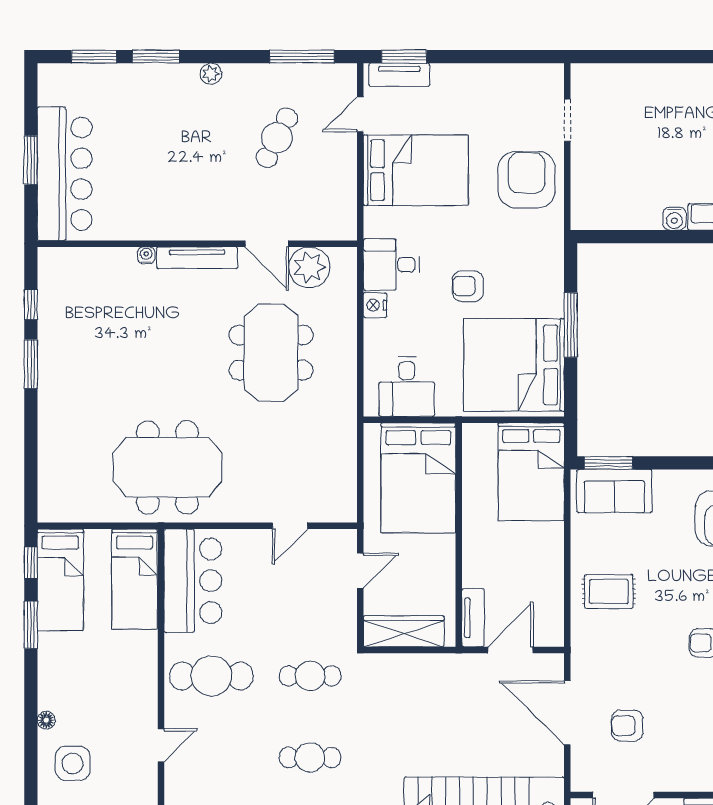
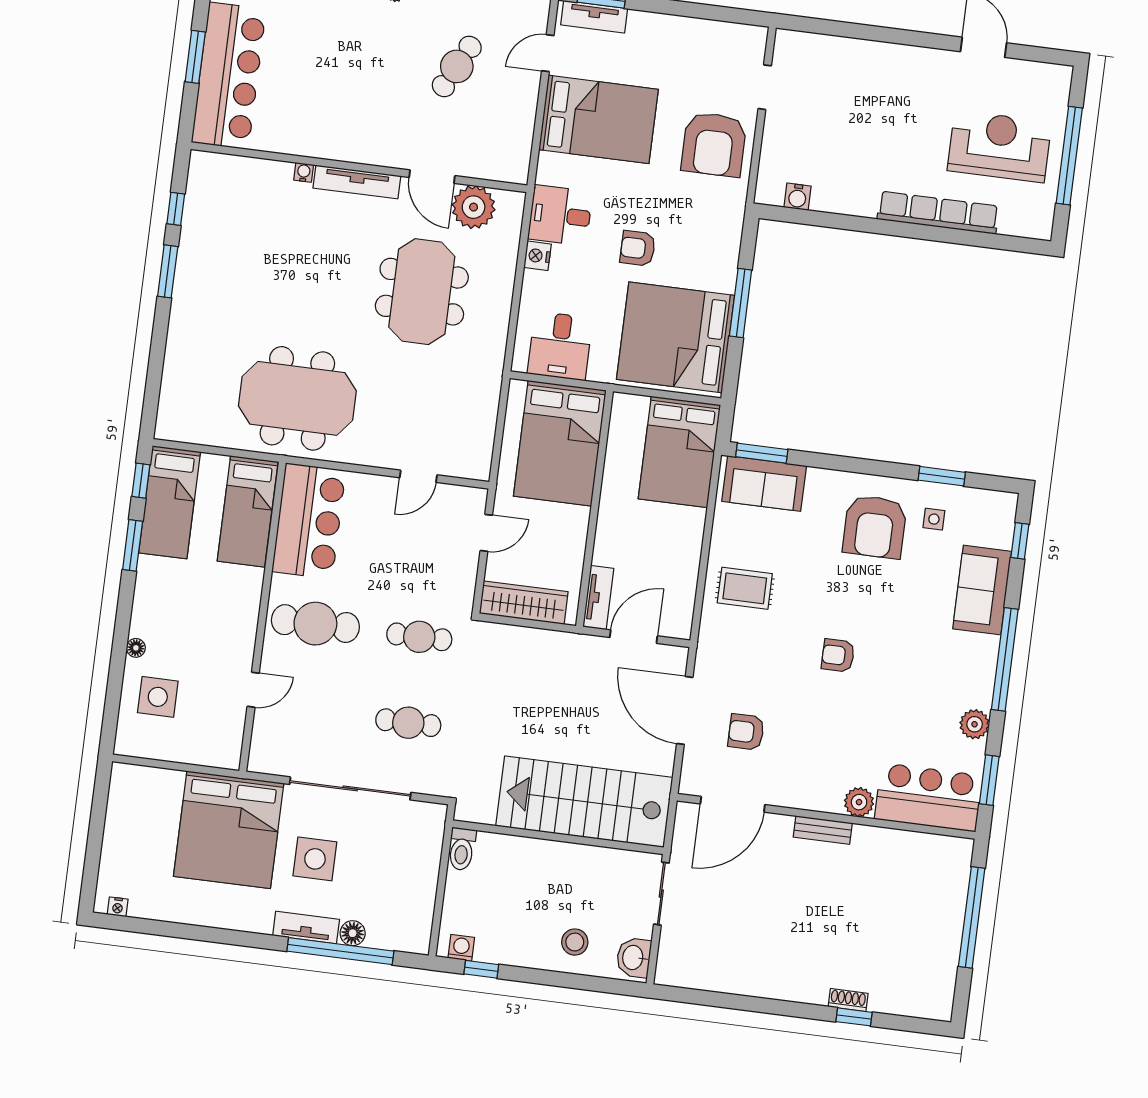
armchair: (527, 180) -> (714, 144), turned 180
water cooler: (674, 219) -> (797, 197), moved

